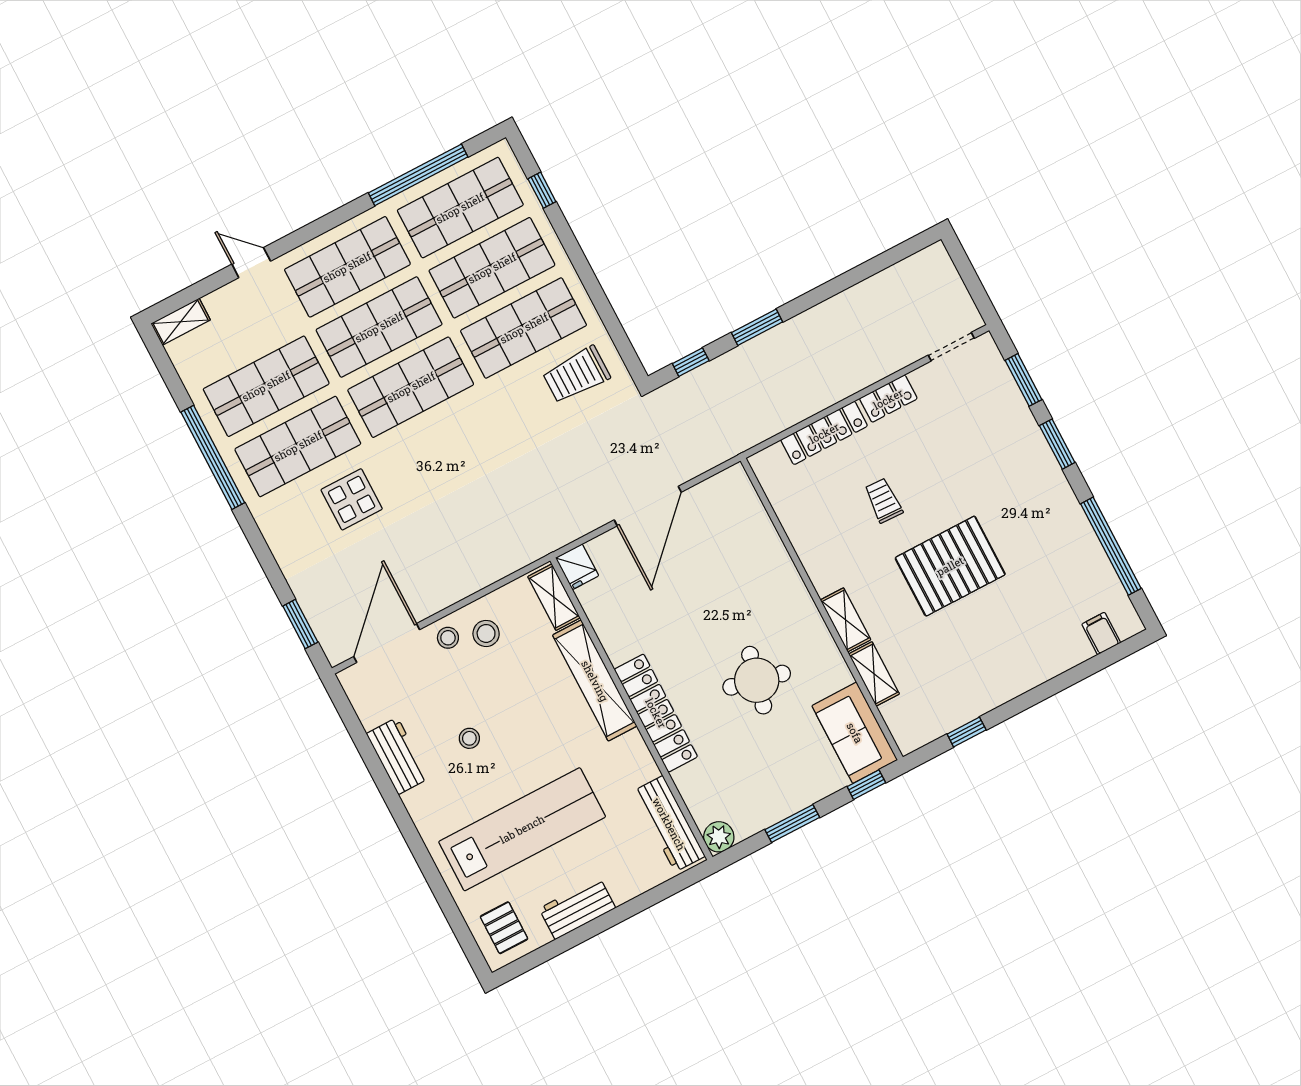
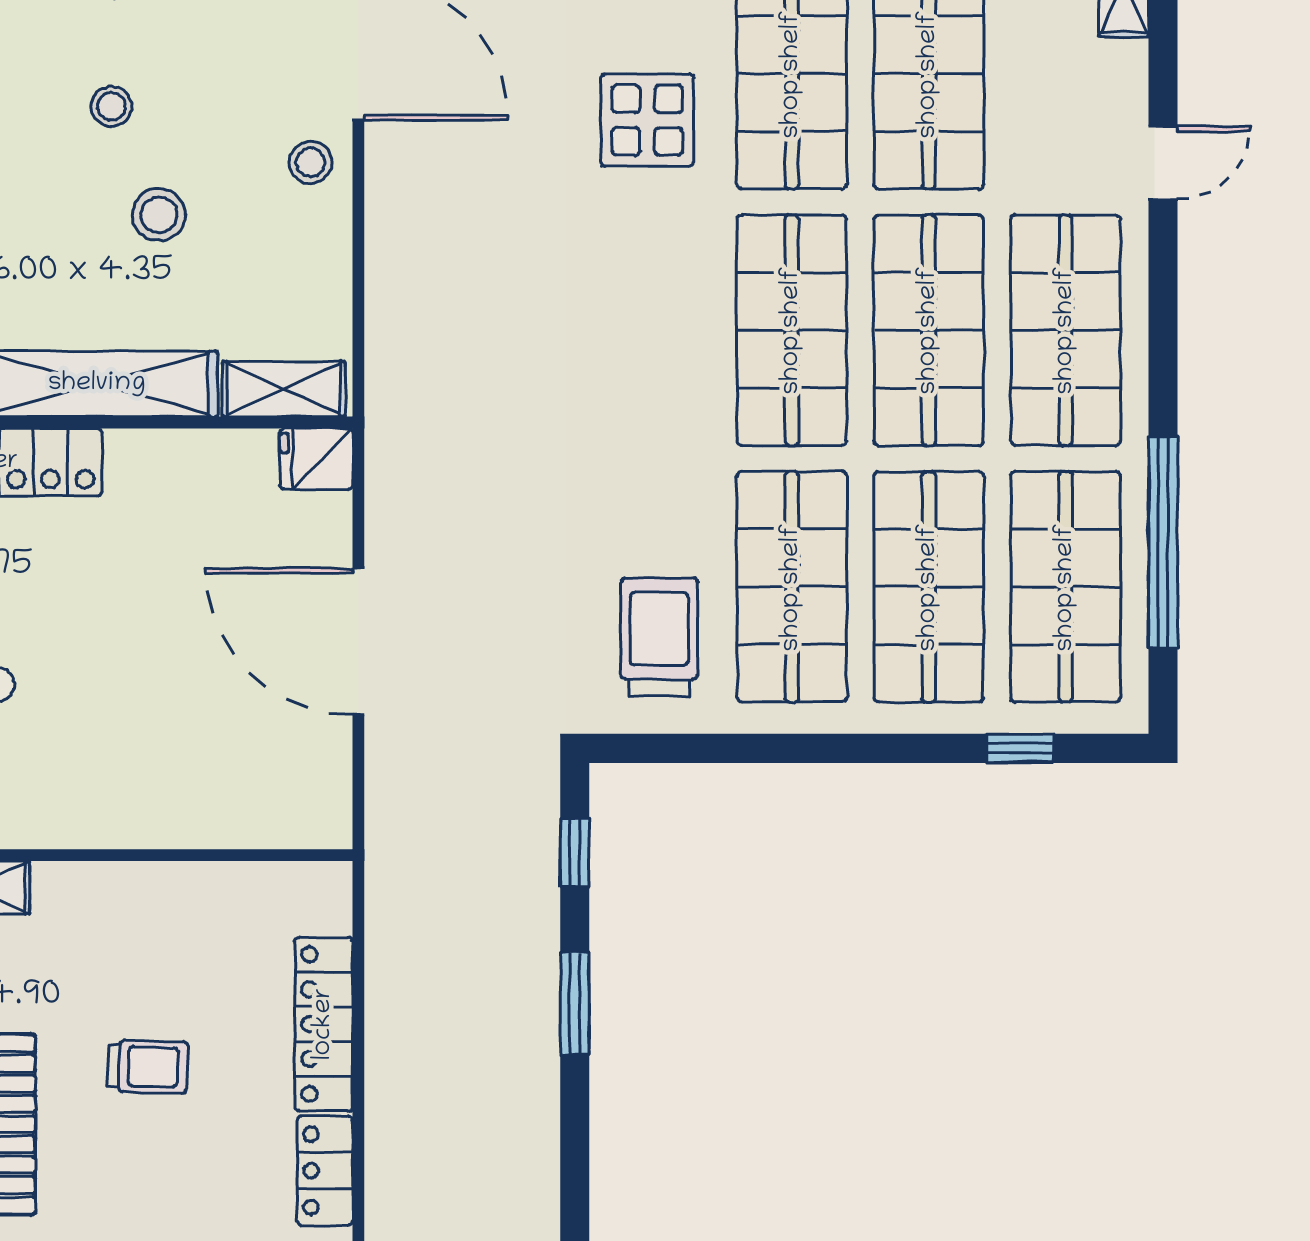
stool: (486, 633) -> (159, 215), moved

